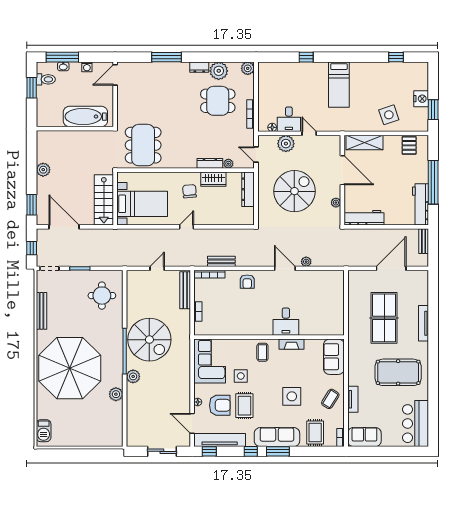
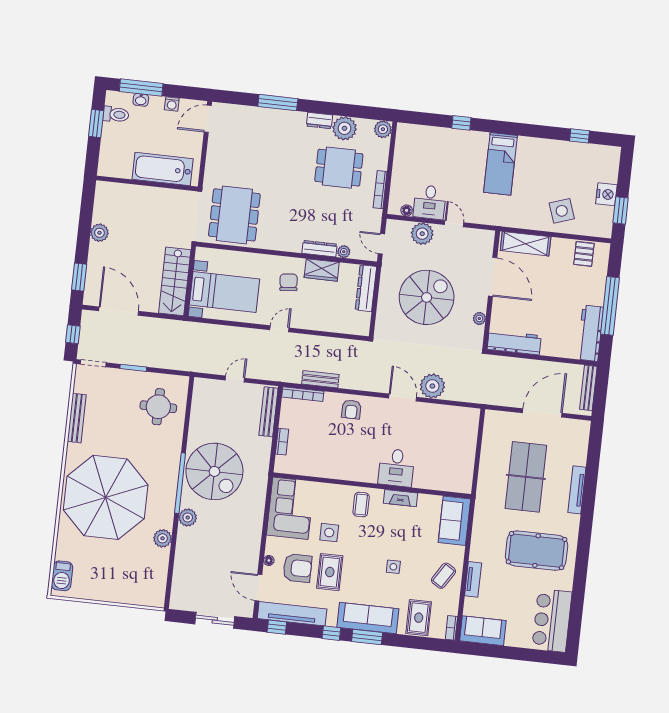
bench: (424, 241) -> (588, 388), width x1.36
plant: (306, 262) -> (432, 386), width x1.88, depth x1.88
side table: (292, 396) -> (393, 567), width x0.54, depth x0.54

